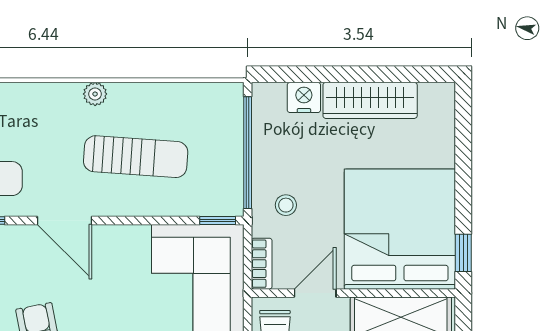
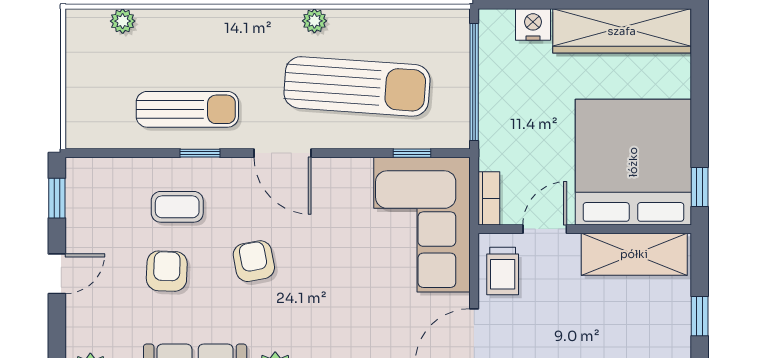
wardrobe: (370, 100) -> (622, 31), width x1.40, depth x1.17
sun lounger: (136, 157) -> (357, 86), width x1.36, depth x1.34
stool: (286, 205) -> (514, 137), removed
window: (218, 220) -> (412, 153), moved

